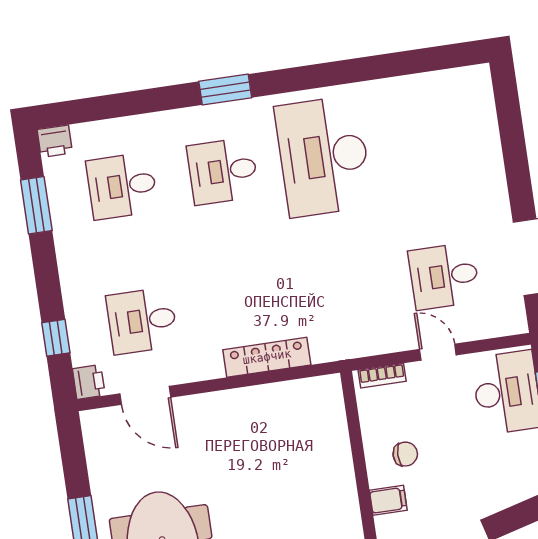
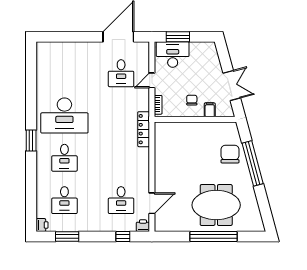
window: (225, 90) -> (31, 141), moved
locker: (267, 357) -> (144, 129), moved

